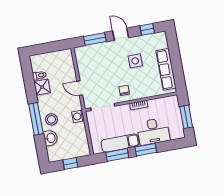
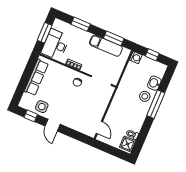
window: (95, 39) -> (74, 134), removed
side table: (135, 61) -> (42, 107), moved
shower: (42, 87) -> (128, 144), moved
door: (80, 88) -> (99, 128), moved
washing machine: (78, 116) -> (136, 57), moved
desk: (153, 131) -> (55, 45), moved, turned -90
window: (146, 150) -> (81, 24), moved

